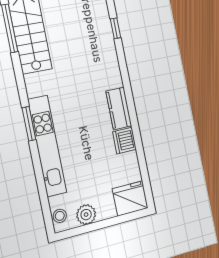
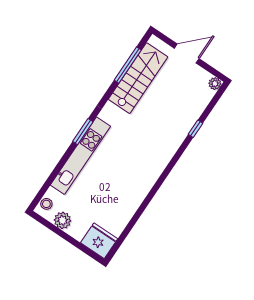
kitchen counter: (119, 109) -> (148, 179), removed
dishwasher: (125, 141) -> (131, 202), removed

